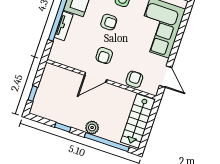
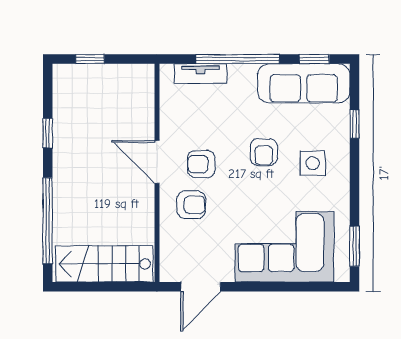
tv unit: (64, 26) -> (200, 74), moved
armchair: (134, 79) -> (191, 205), moved
plant: (92, 128) -> (65, 186), removed

